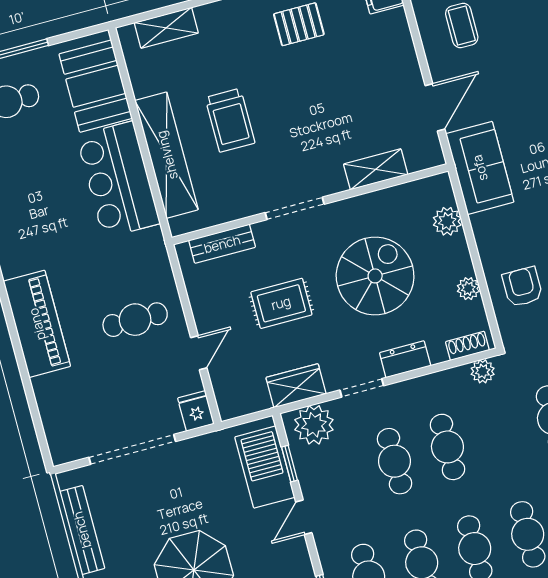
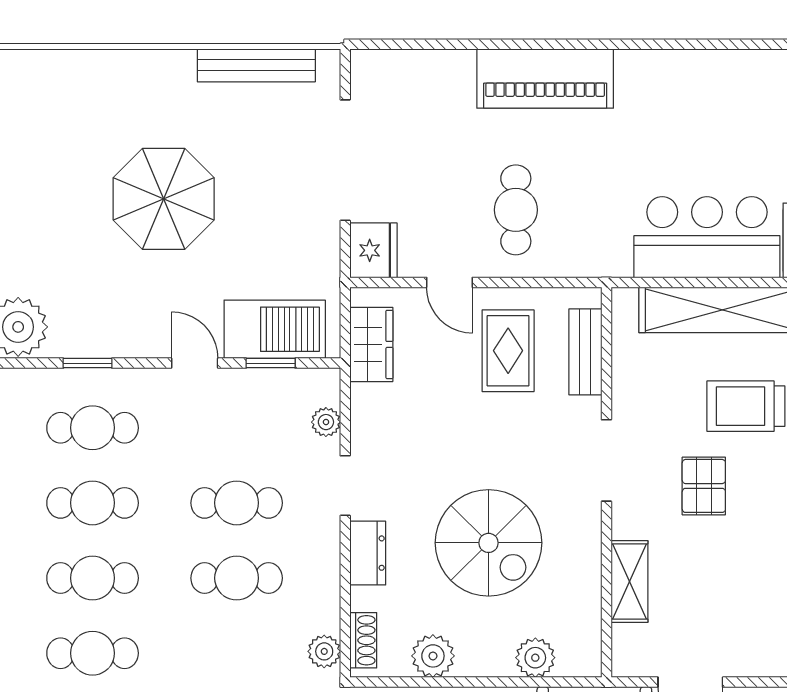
pallet: (294, 135) -> (704, 486), added
plant: (468, 289) -> (433, 656), width x1.38, depth x1.38
rug: (281, 303) -> (508, 351), moved
wardrobe: (296, 386) -> (371, 344), moved
fridge: (196, 411) -> (373, 250), width x1.38
plant: (314, 425) -> (326, 422), width x0.53, depth x0.53

